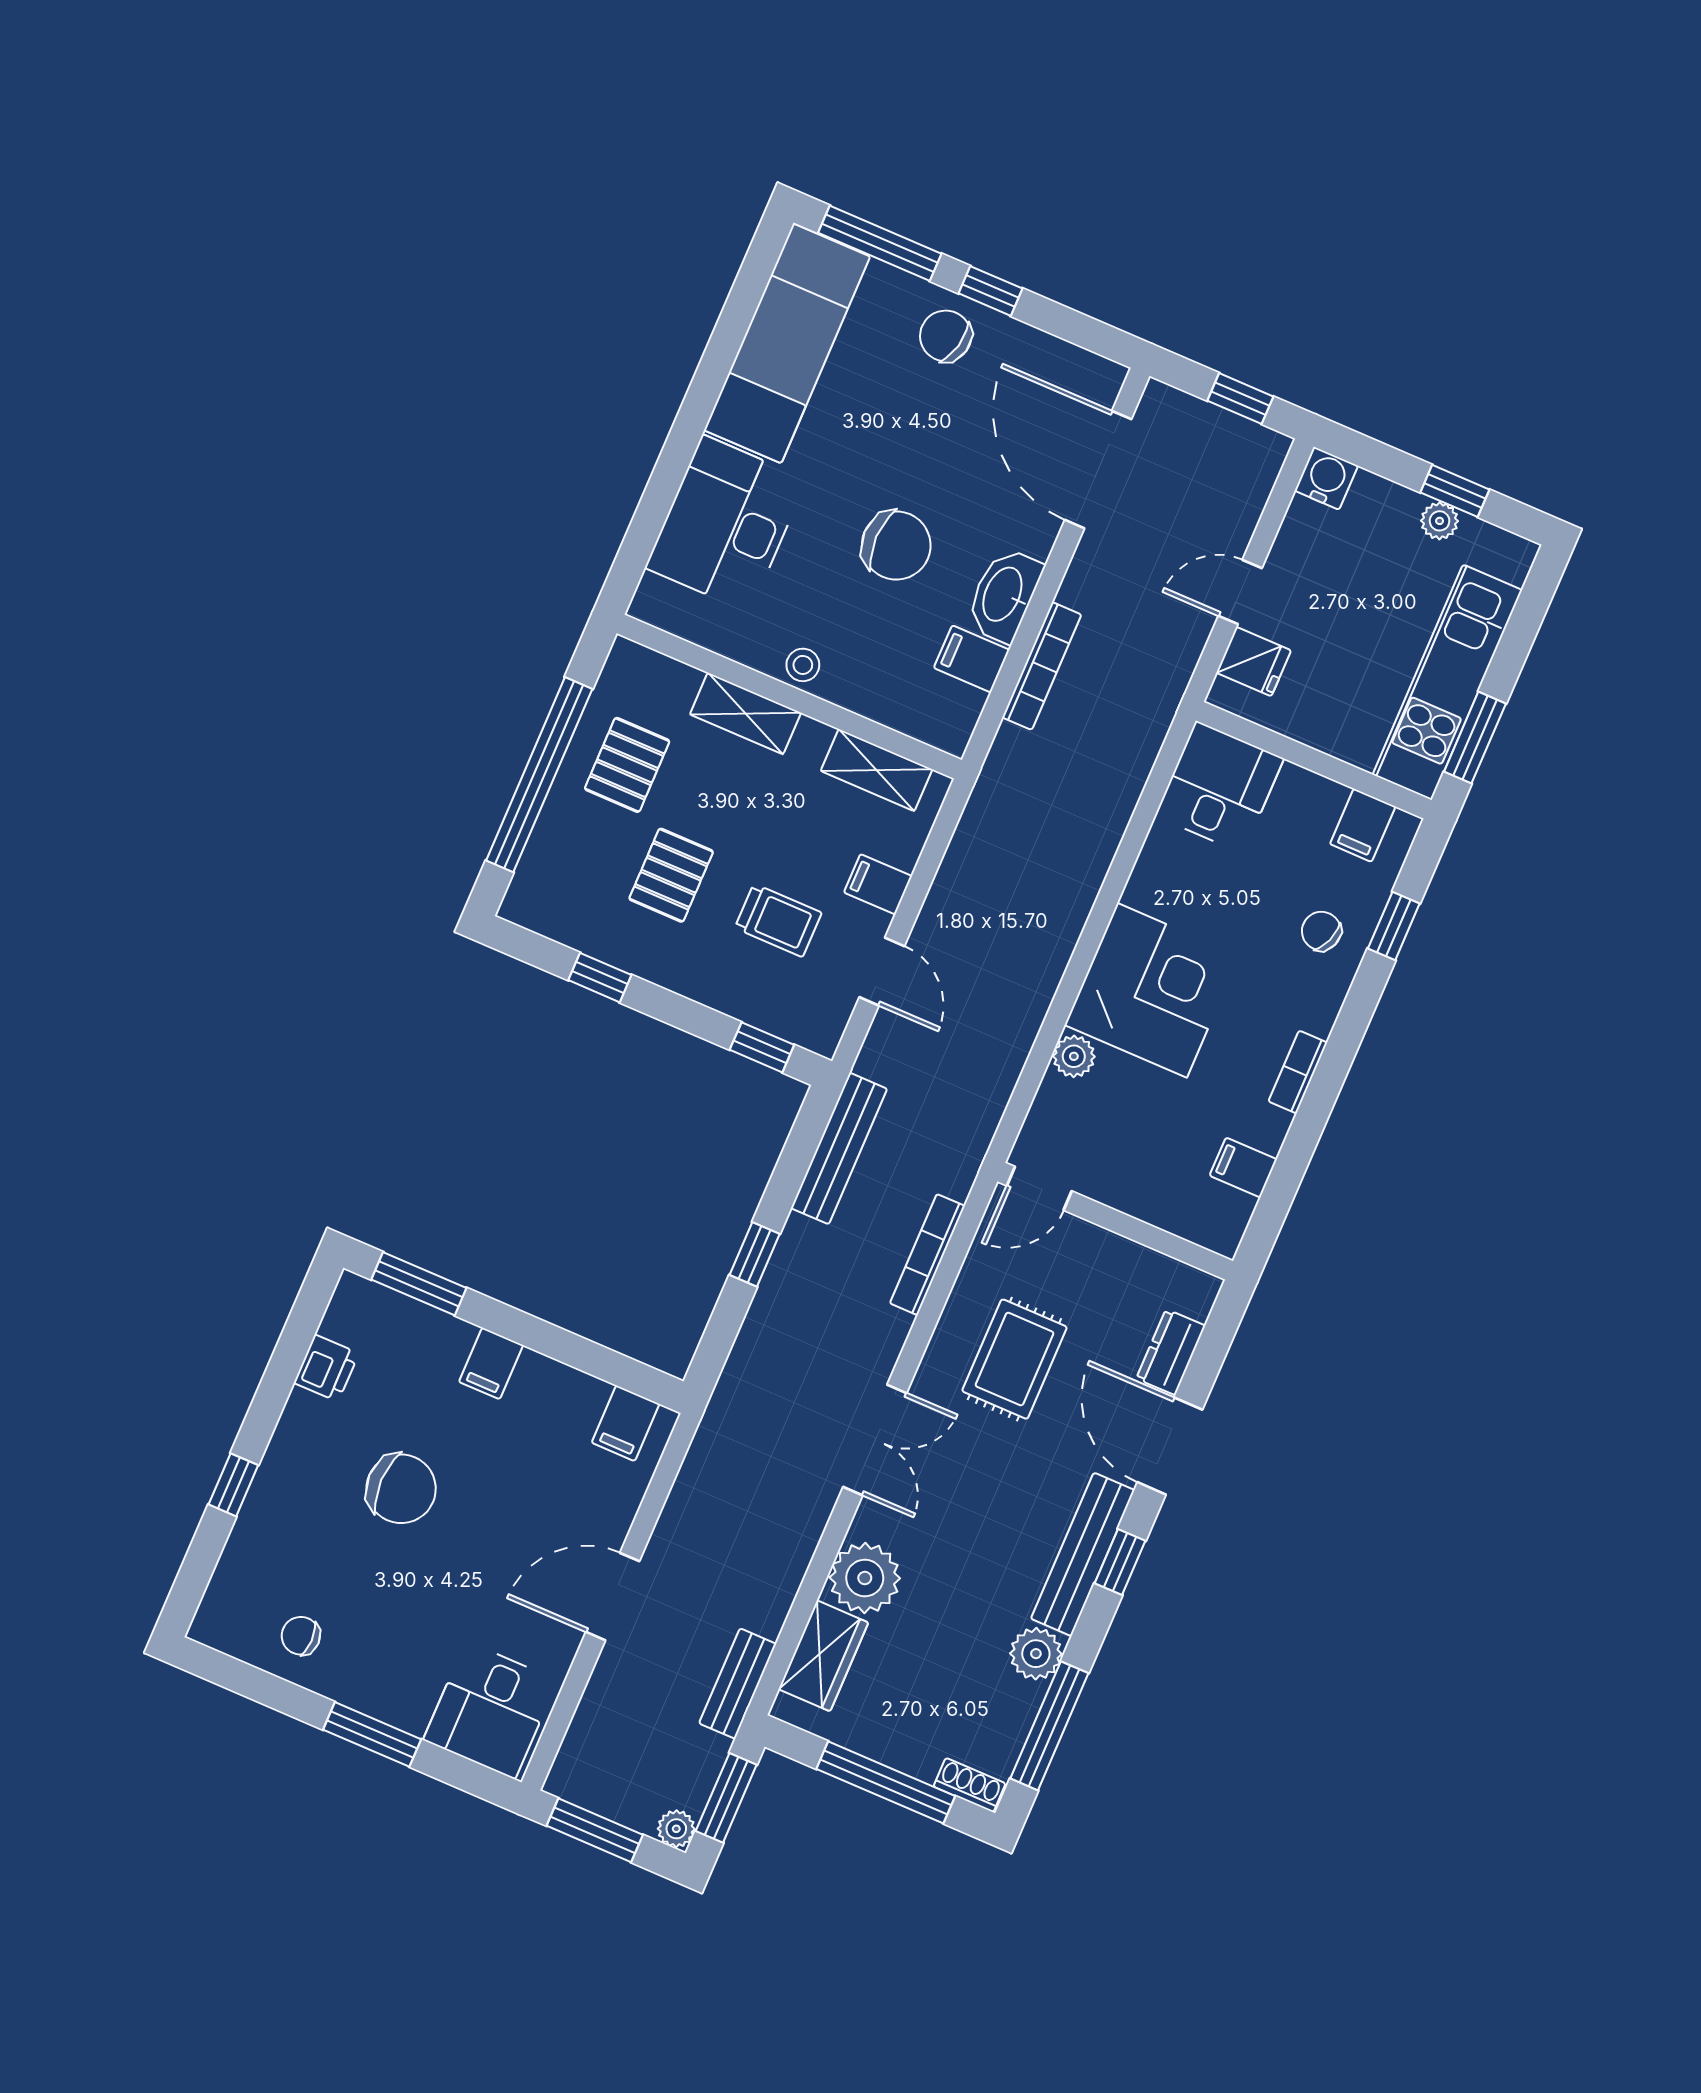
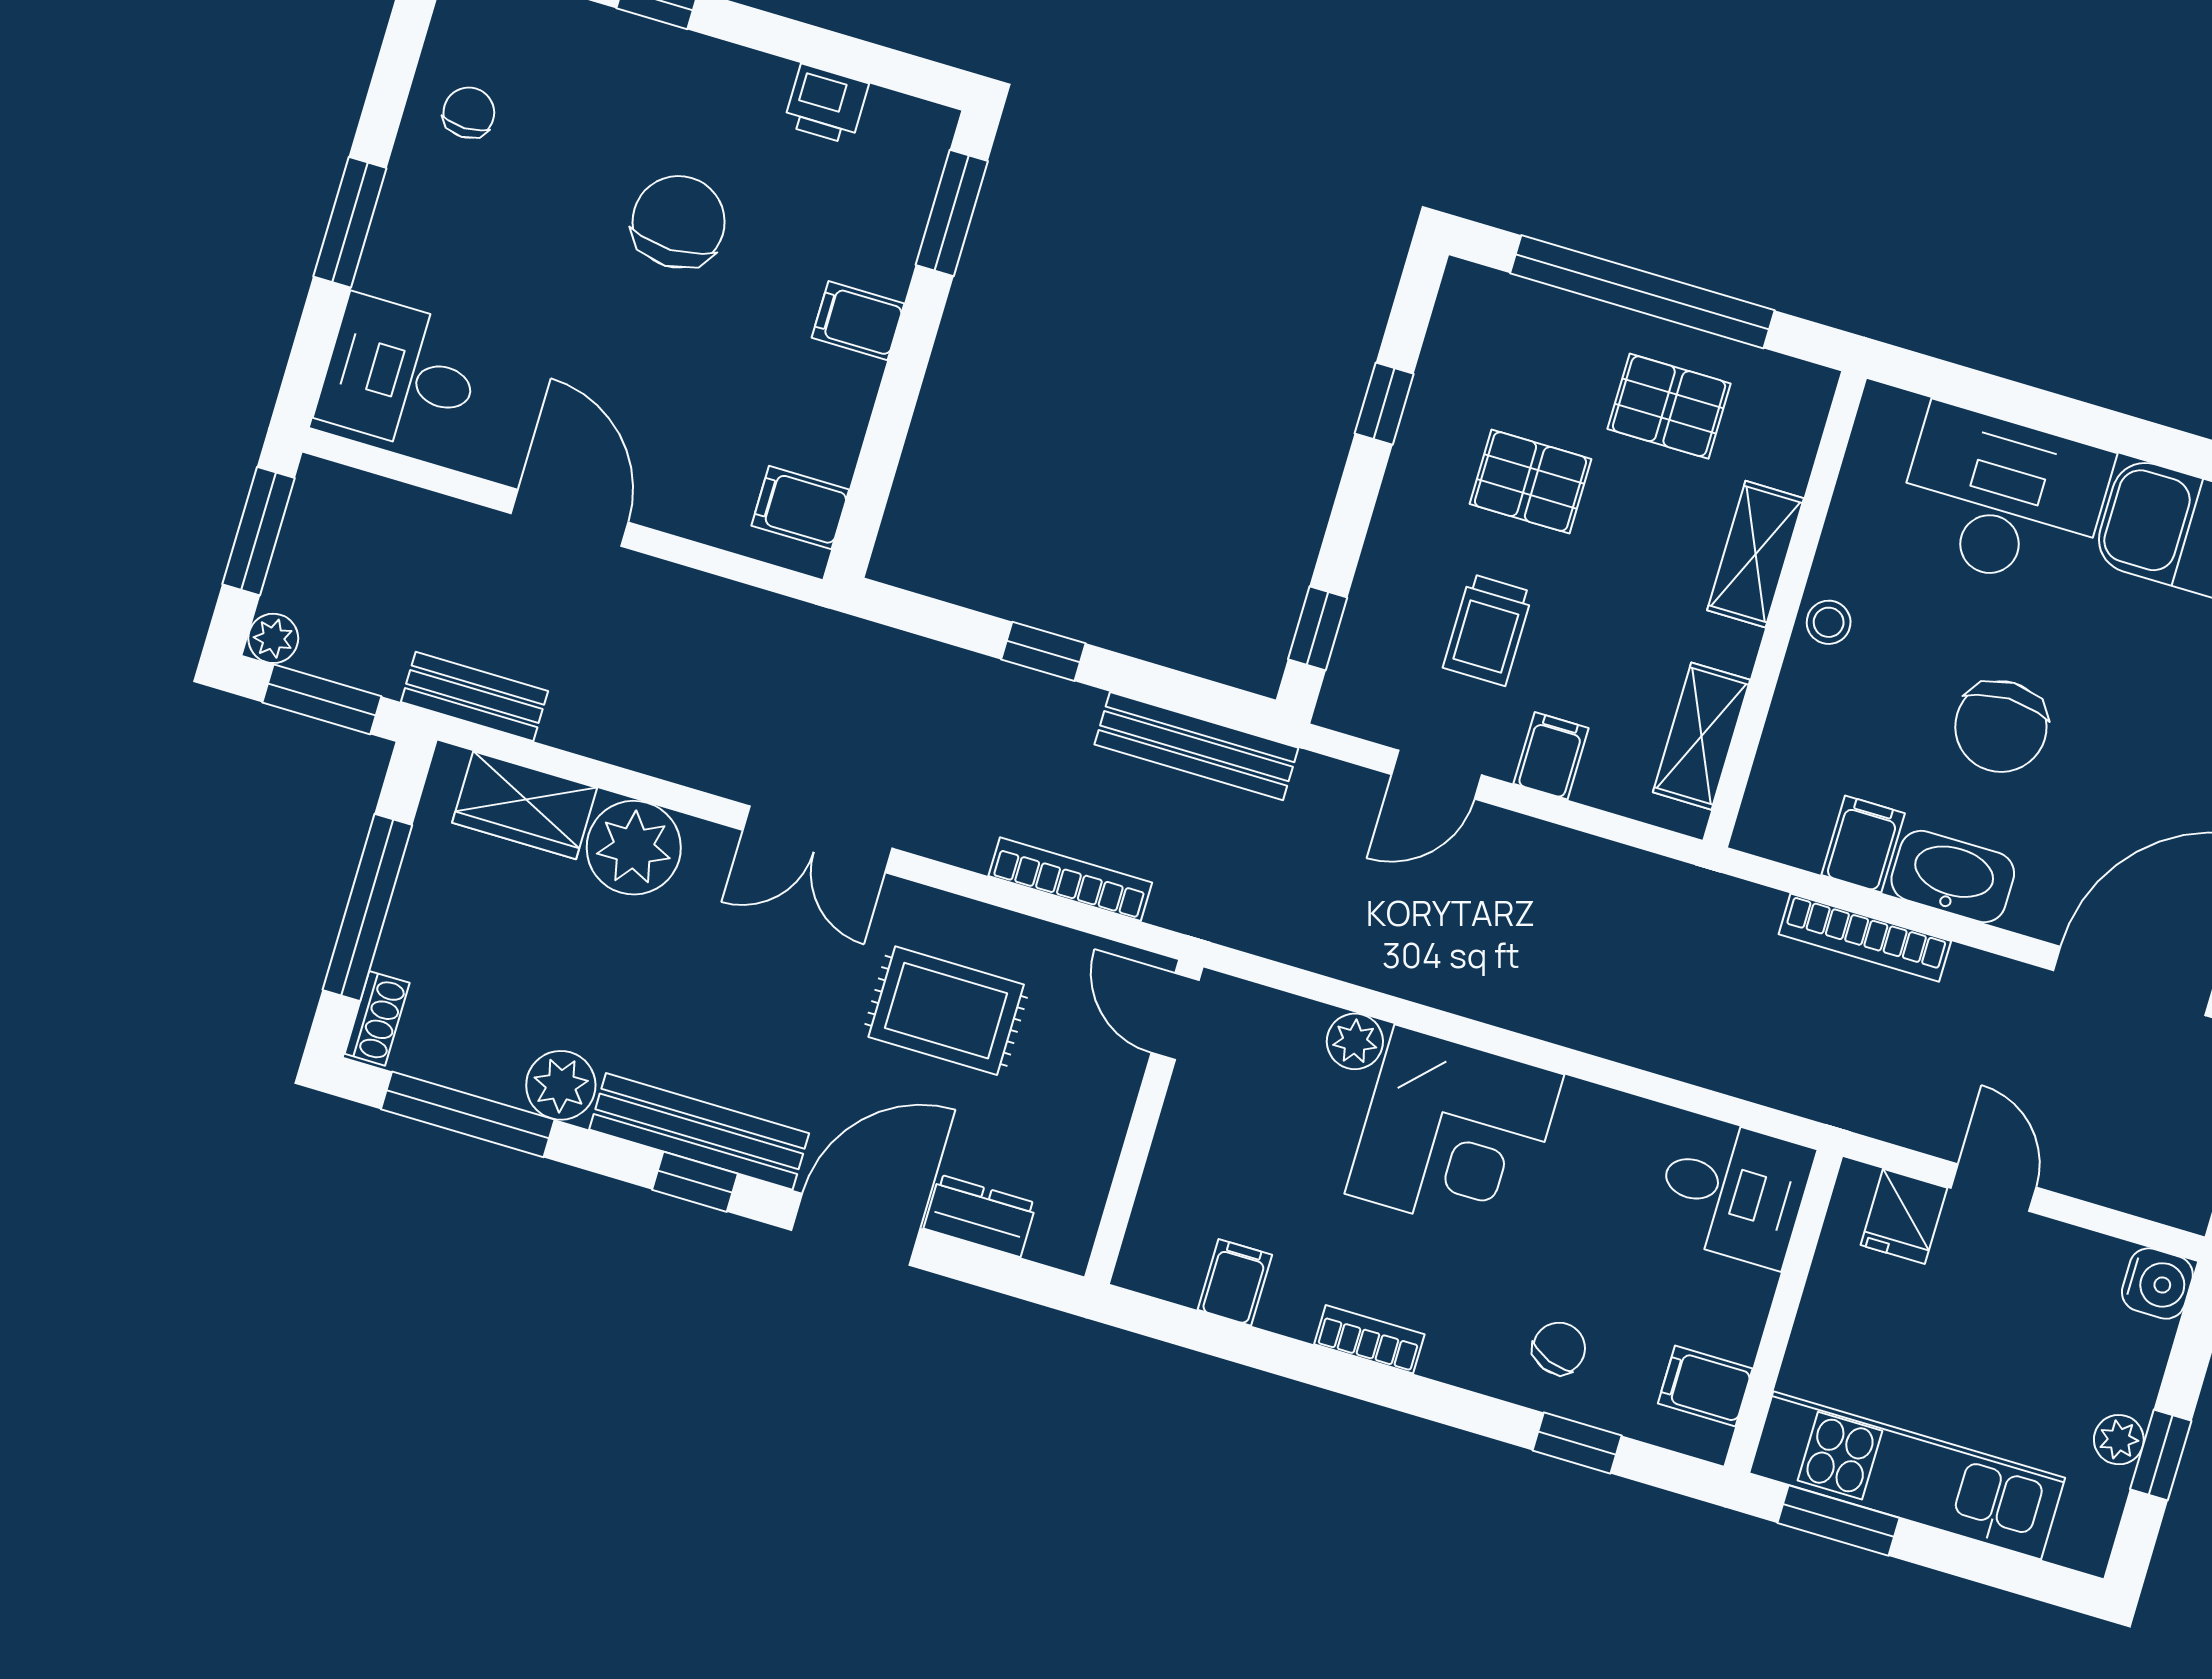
chair: (401, 1489) -> (679, 222), turned 180

